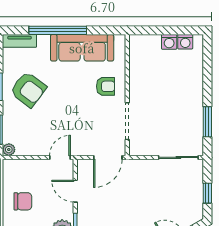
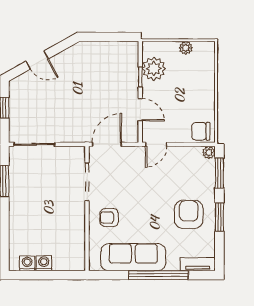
armchair: (28, 89) -> (189, 214), turned 53
chair: (23, 201) -> (201, 131), moved

